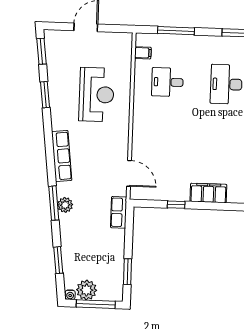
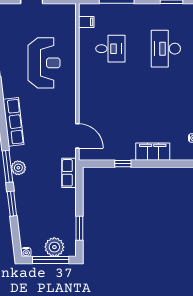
desk: (167, 82) -> (110, 49), turned 180
window: (58, 260) -> (12, 204), moved
plant: (87, 290) -> (54, 247), moved

